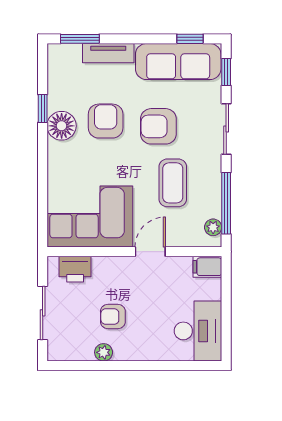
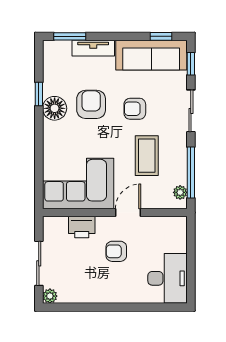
armchair: (158, 126) -> (135, 109), width x0.72, depth x0.72
filing cabinet: (207, 267) -> (175, 225), removed
printer: (75, 269) -> (82, 227), moved
armchair: (113, 317) -> (116, 251), moved
plant: (104, 352) -> (50, 296), moved

